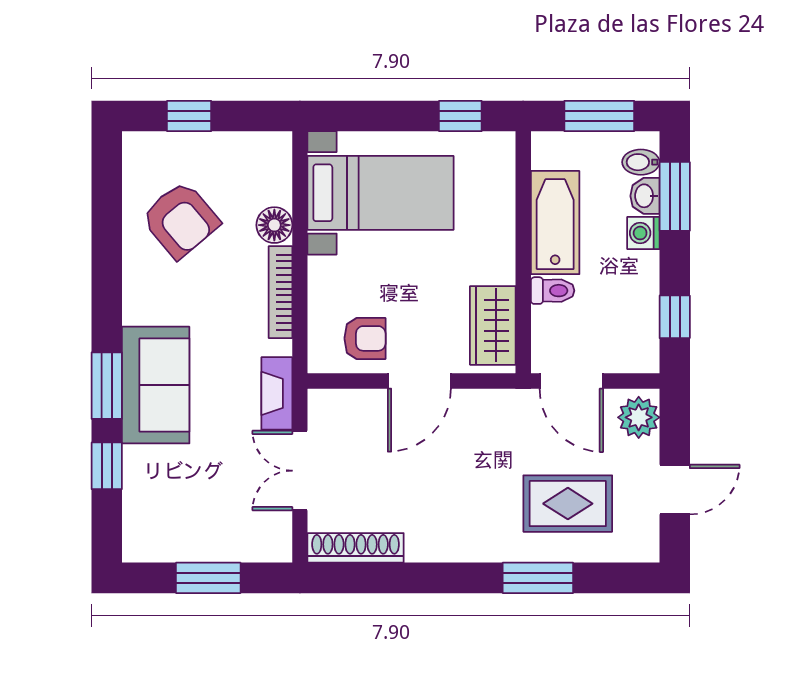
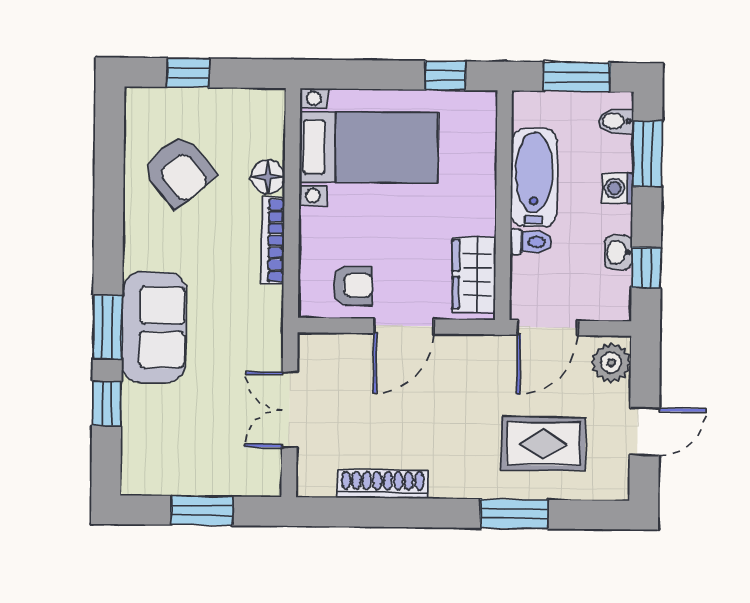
washbasin: (645, 196) -> (618, 252), moved
door: (571, 381) -> (548, 328), hinge flipped
fireplace: (277, 393) -> (269, 337), removed
shoe rack: (356, 548) -> (383, 484), moved

